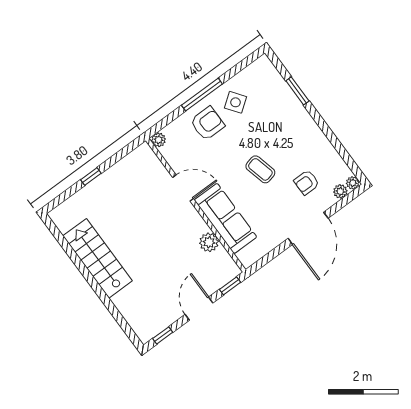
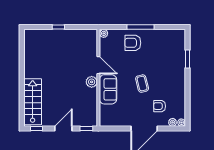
side table: (236, 102) -> (154, 43), removed
armchair: (207, 123) -> (133, 43), turned 180
sofa: (225, 218) -> (108, 89), width x0.73
plant: (209, 242) -> (92, 82), moved
stairs: (98, 258) -> (33, 102), moved

